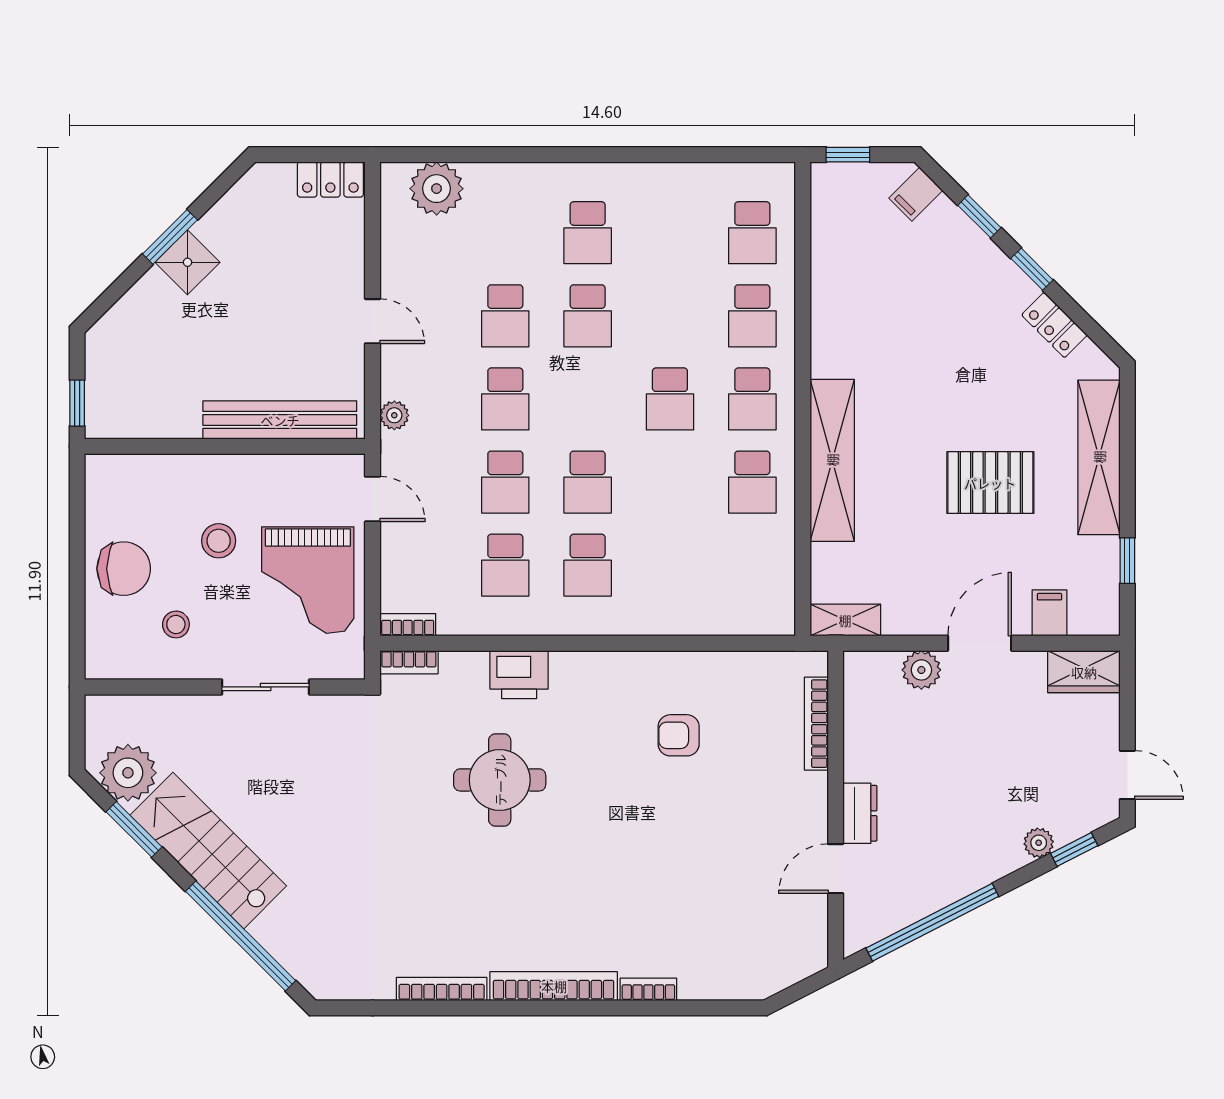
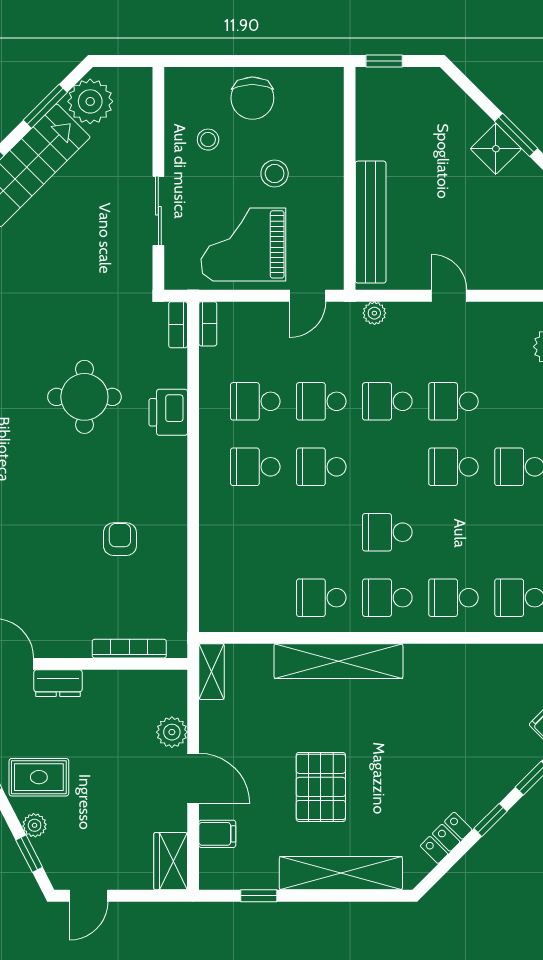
door: (372, 321) -> (449, 296), swing flipped
rug: (978, 837) -> (39, 777), added

